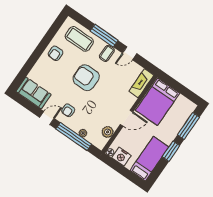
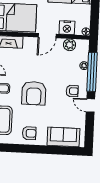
sofa: (34, 93) -> (63, 137), moved, turned 90
door: (127, 118) -> (47, 36), swing flipped
nightstand: (121, 157) -> (67, 28), moved, turned 90

